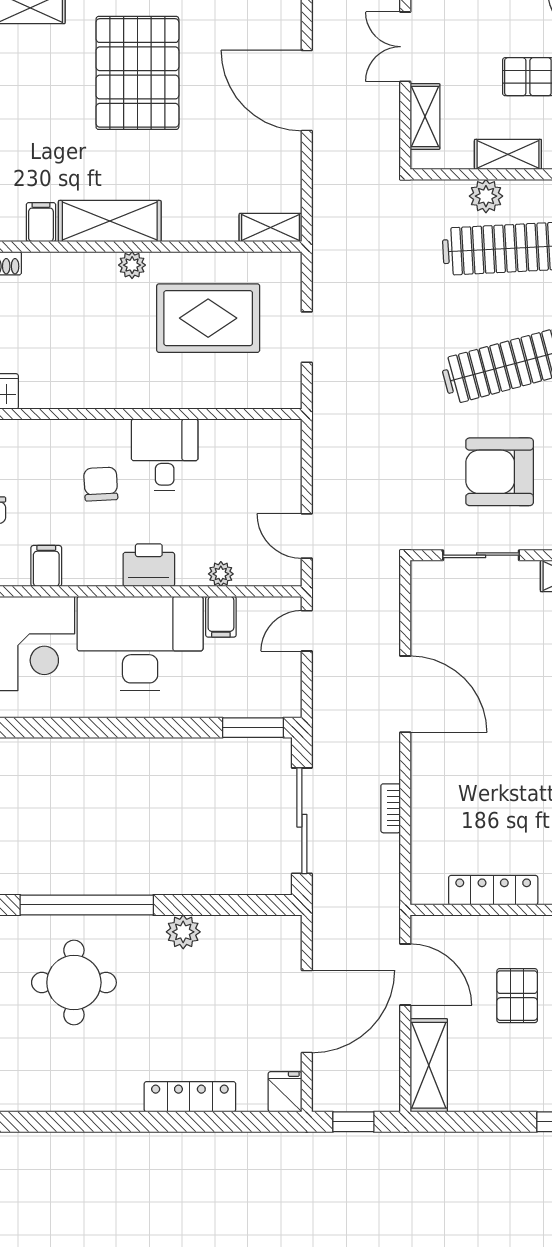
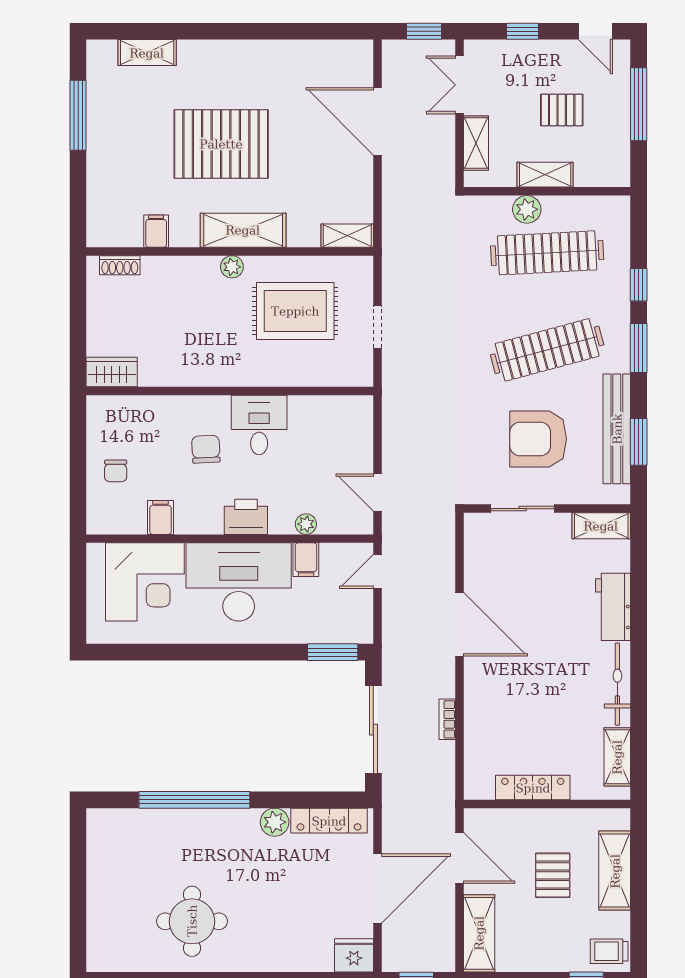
pallet: (137, 73) -> (221, 144), moved, turned 90
shelving: (110, 221) -> (243, 230), moved
round table: (74, 983) -> (192, 921), moved
fridge: (285, 1092) -> (354, 955), width x1.38
locker: (190, 1097) -> (329, 821), moved, turned 180

